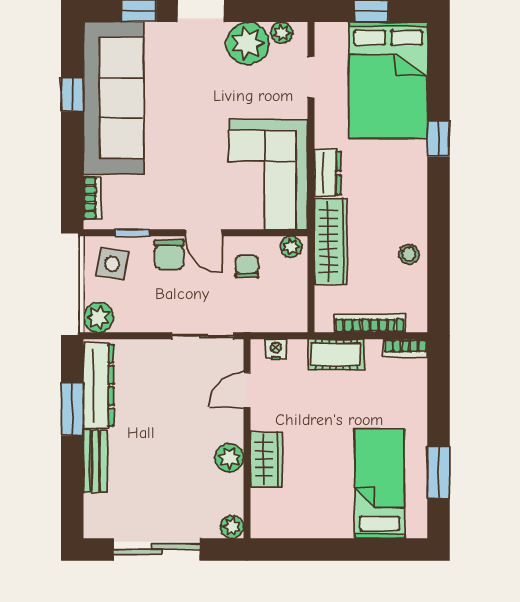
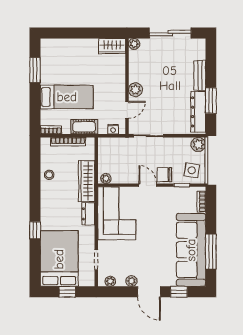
plant: (248, 43) -> (131, 281), width x0.53, depth x0.53
window: (72, 95) -> (211, 252), width x2.17
chair: (169, 255) -> (164, 175), turned -90
chair: (247, 266) -> (127, 169), removed
plant: (229, 458) -> (135, 90), moved
wardrobe: (266, 459) -> (112, 46), moved, turned -90
bed: (380, 483) -> (67, 97), moved, turned -90

